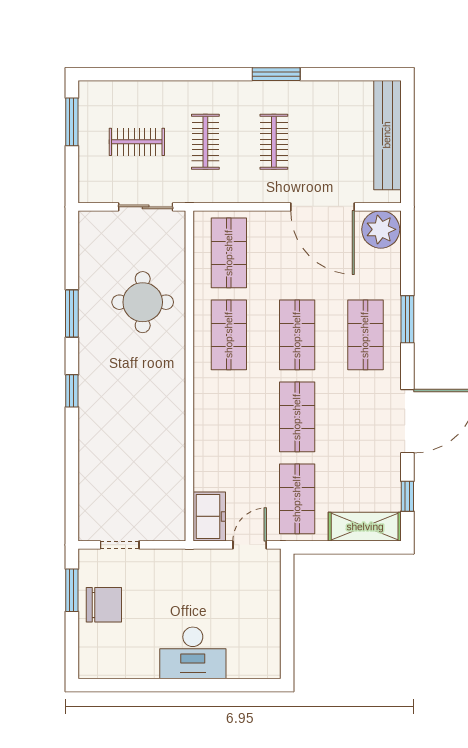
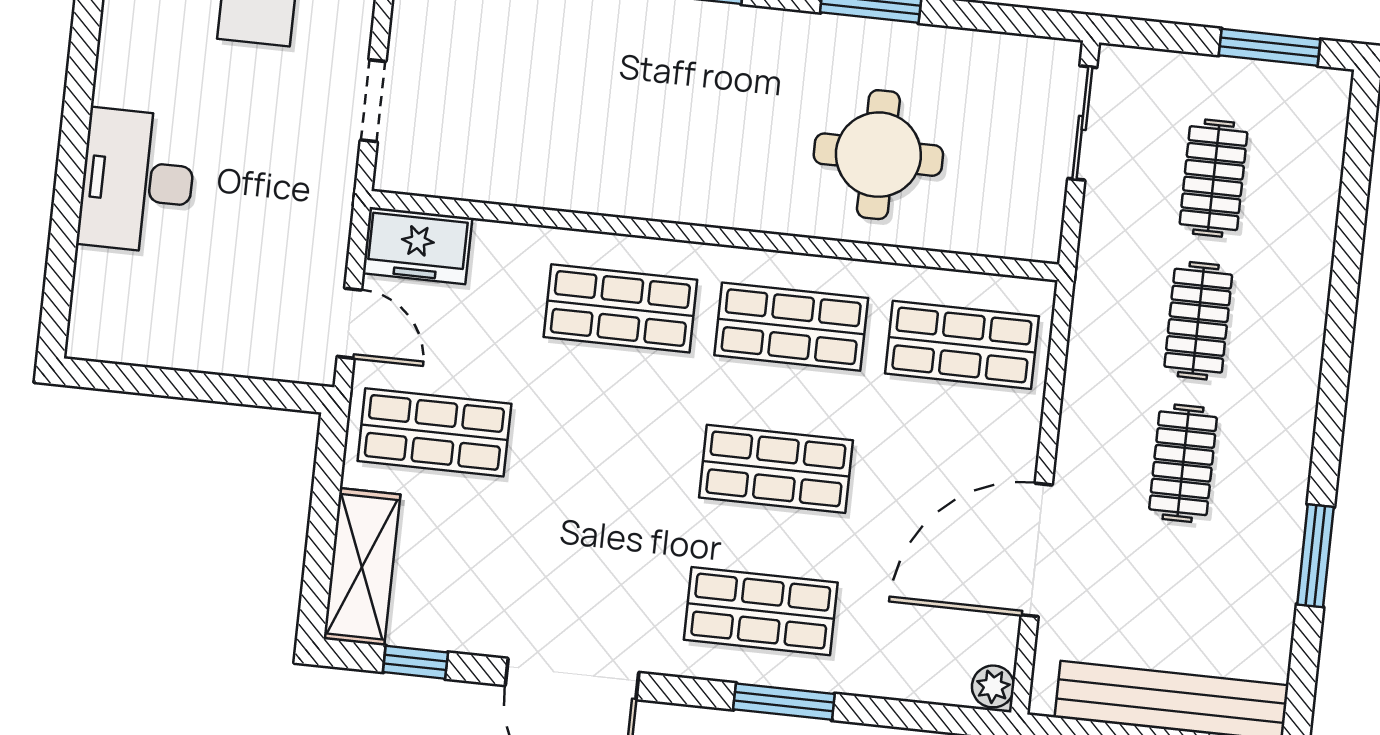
window: (276, 74) -> (1315, 556), moved
clothes rail: (205, 142) -> (1198, 321), turned 90
clothes rail: (274, 142) -> (1183, 463), turned 90
sliding door: (146, 207) -> (1082, 123), moved
plant: (381, 229) -> (993, 686), width x0.53, depth x0.53
shop shelf: (297, 417) -> (620, 308), moved
doorway: (120, 545) -> (373, 101), moved

